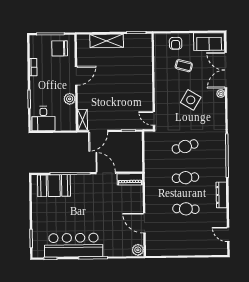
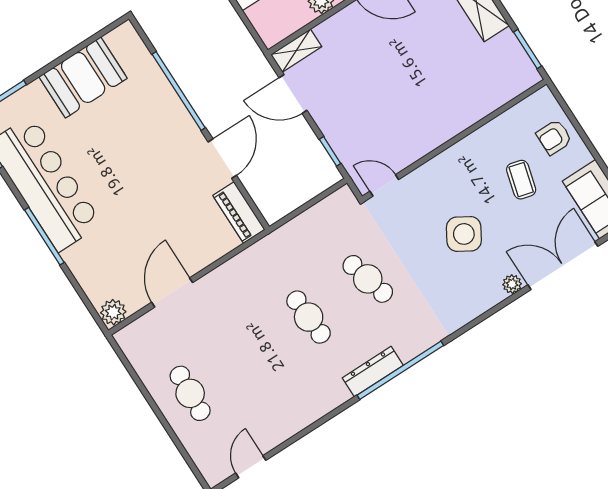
door: (154, 118) -> (384, 185), hinge flipped
booth: (54, 186) -> (83, 77), moved, turned 90
dresser: (221, 195) -> (373, 372), moved
cafe table: (186, 209) -> (190, 393), moved

